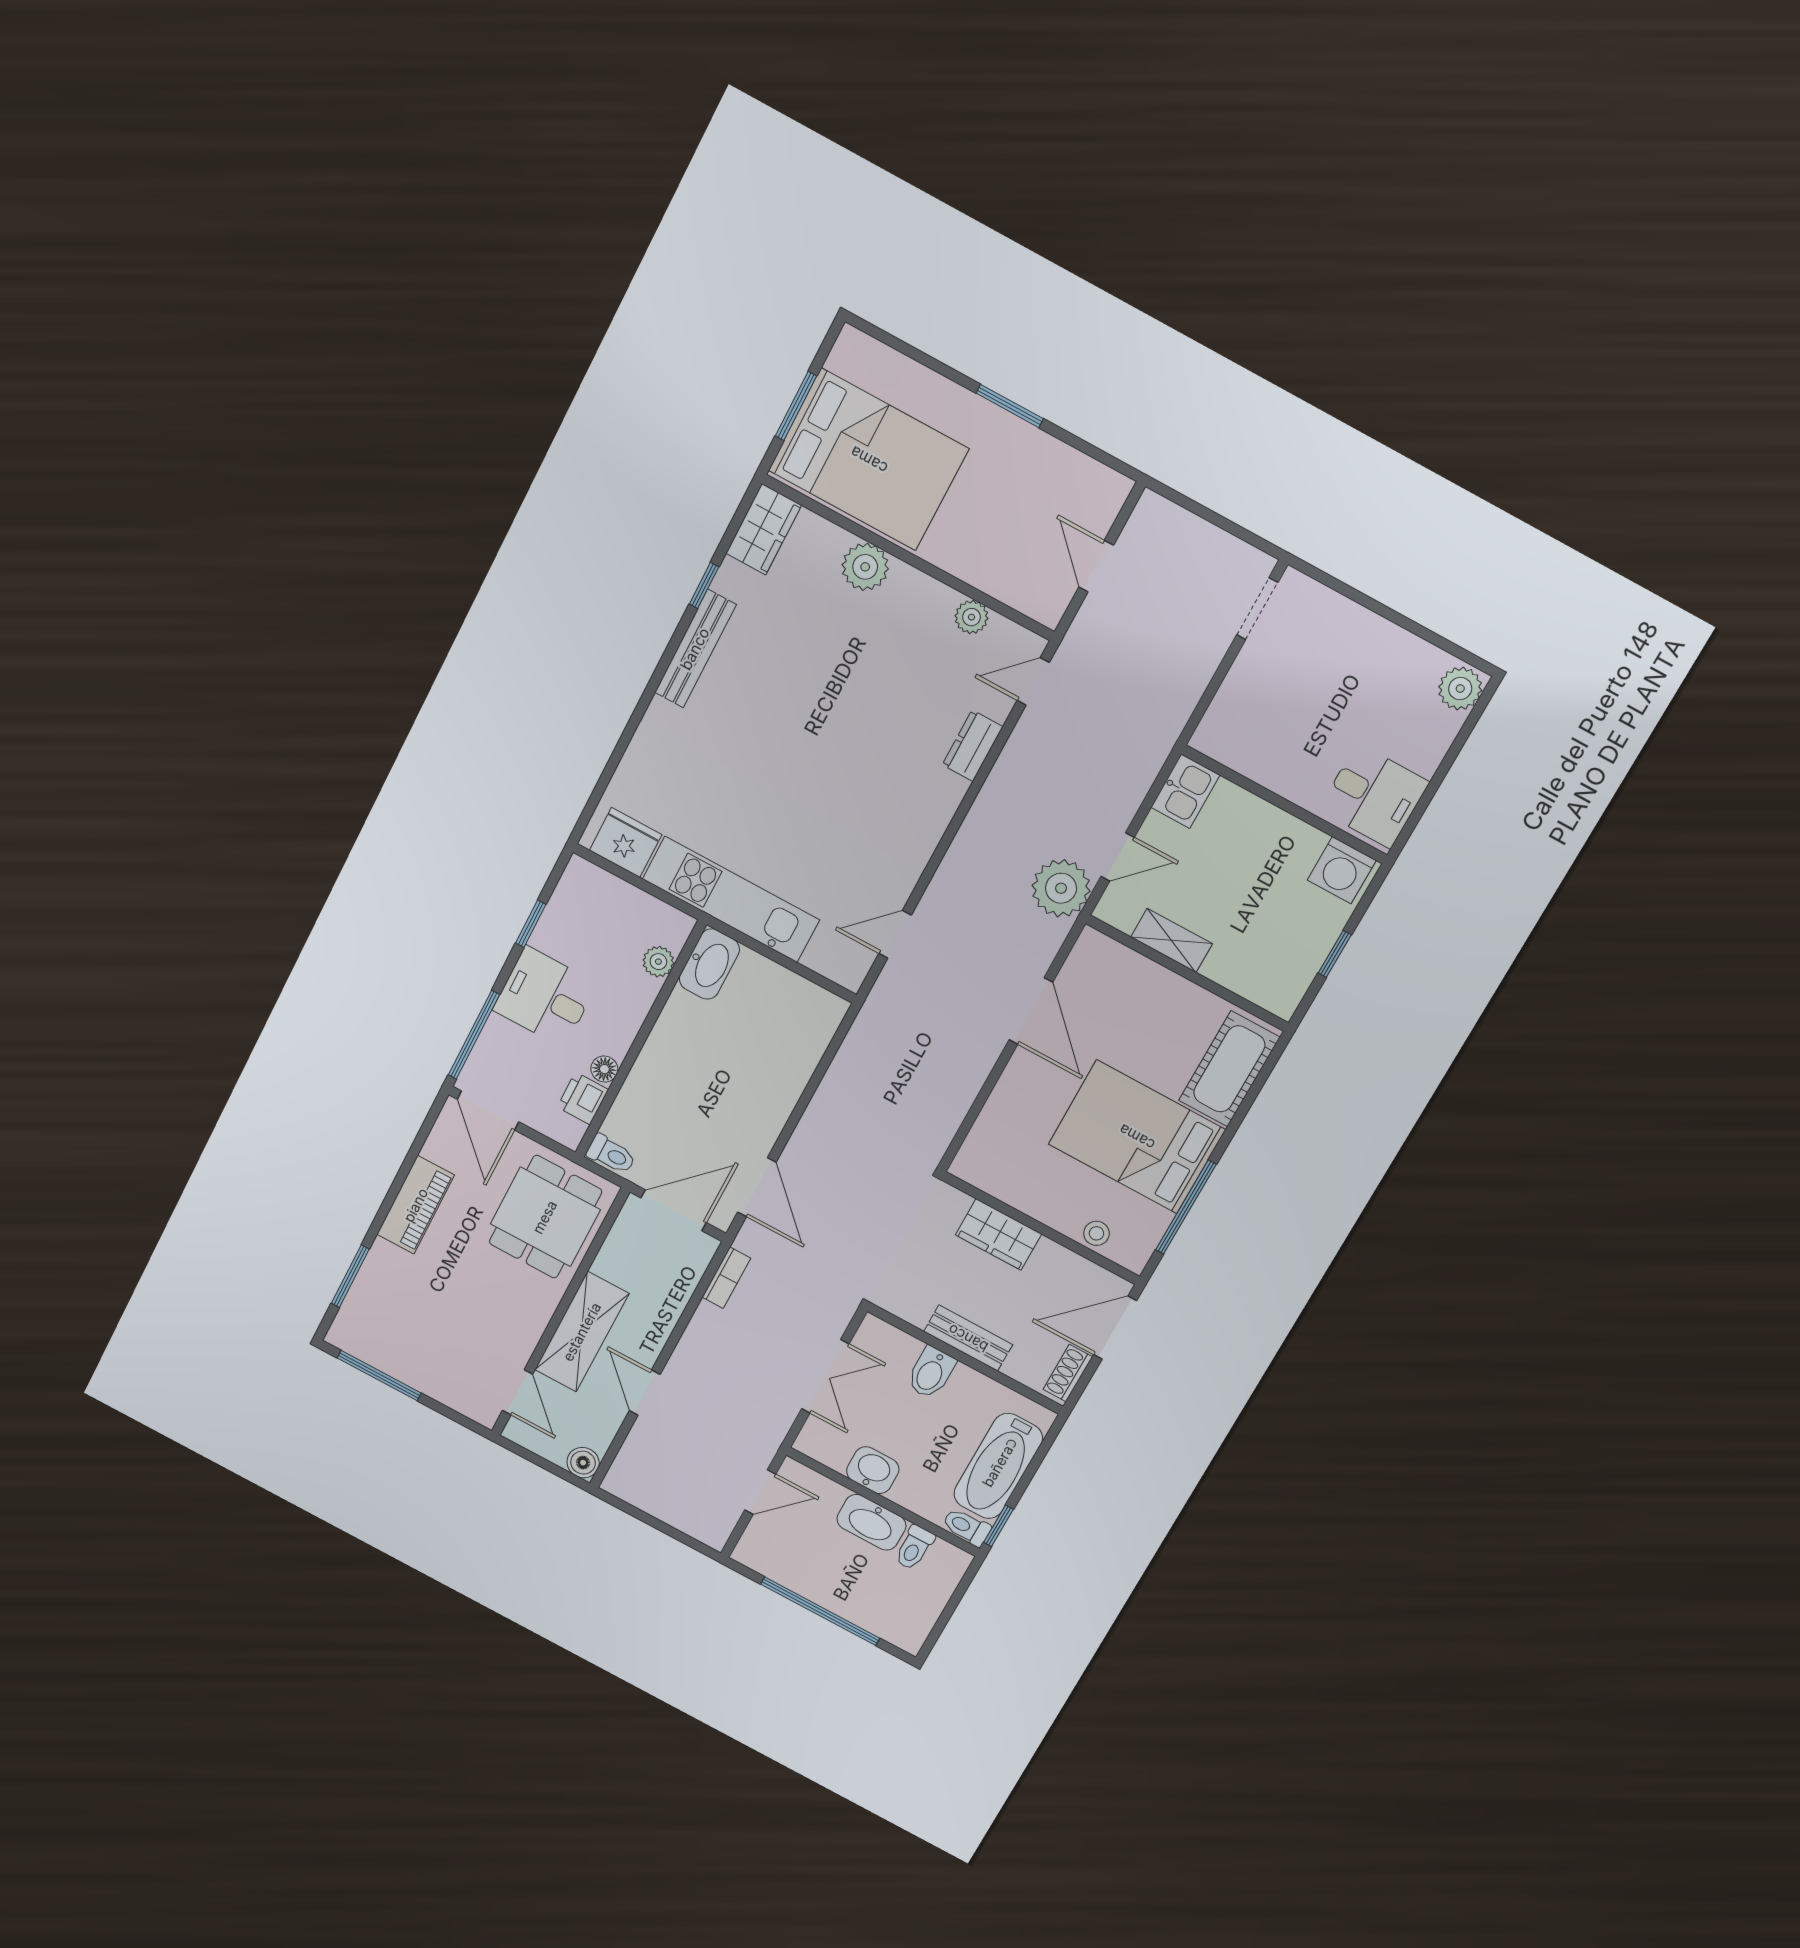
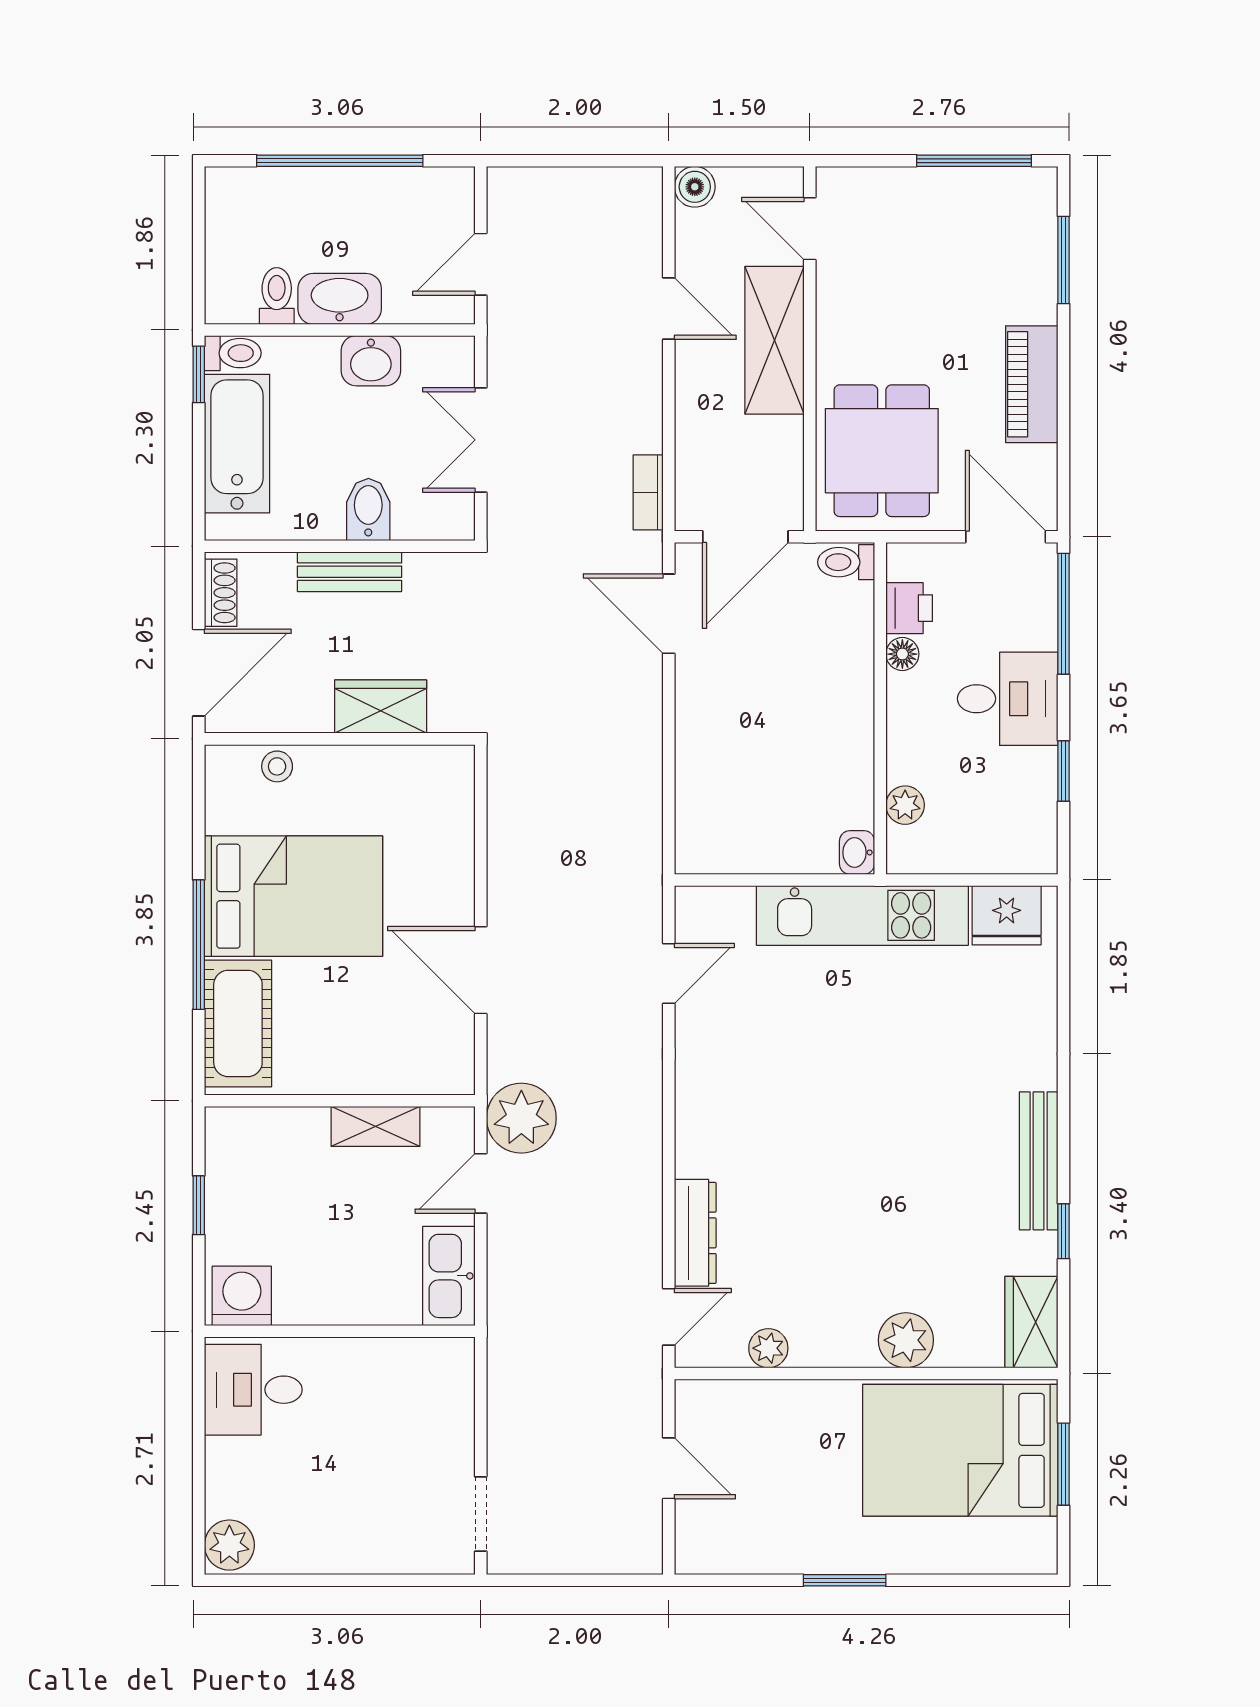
dresser: (973, 746) -> (695, 1233), width x1.44
kitchen sink: (1185, 791) -> (449, 1276), width x1.38
washbasin: (709, 964) -> (857, 852), width x0.52, depth x0.69
window: (1186, 1207) -> (199, 945), moved

